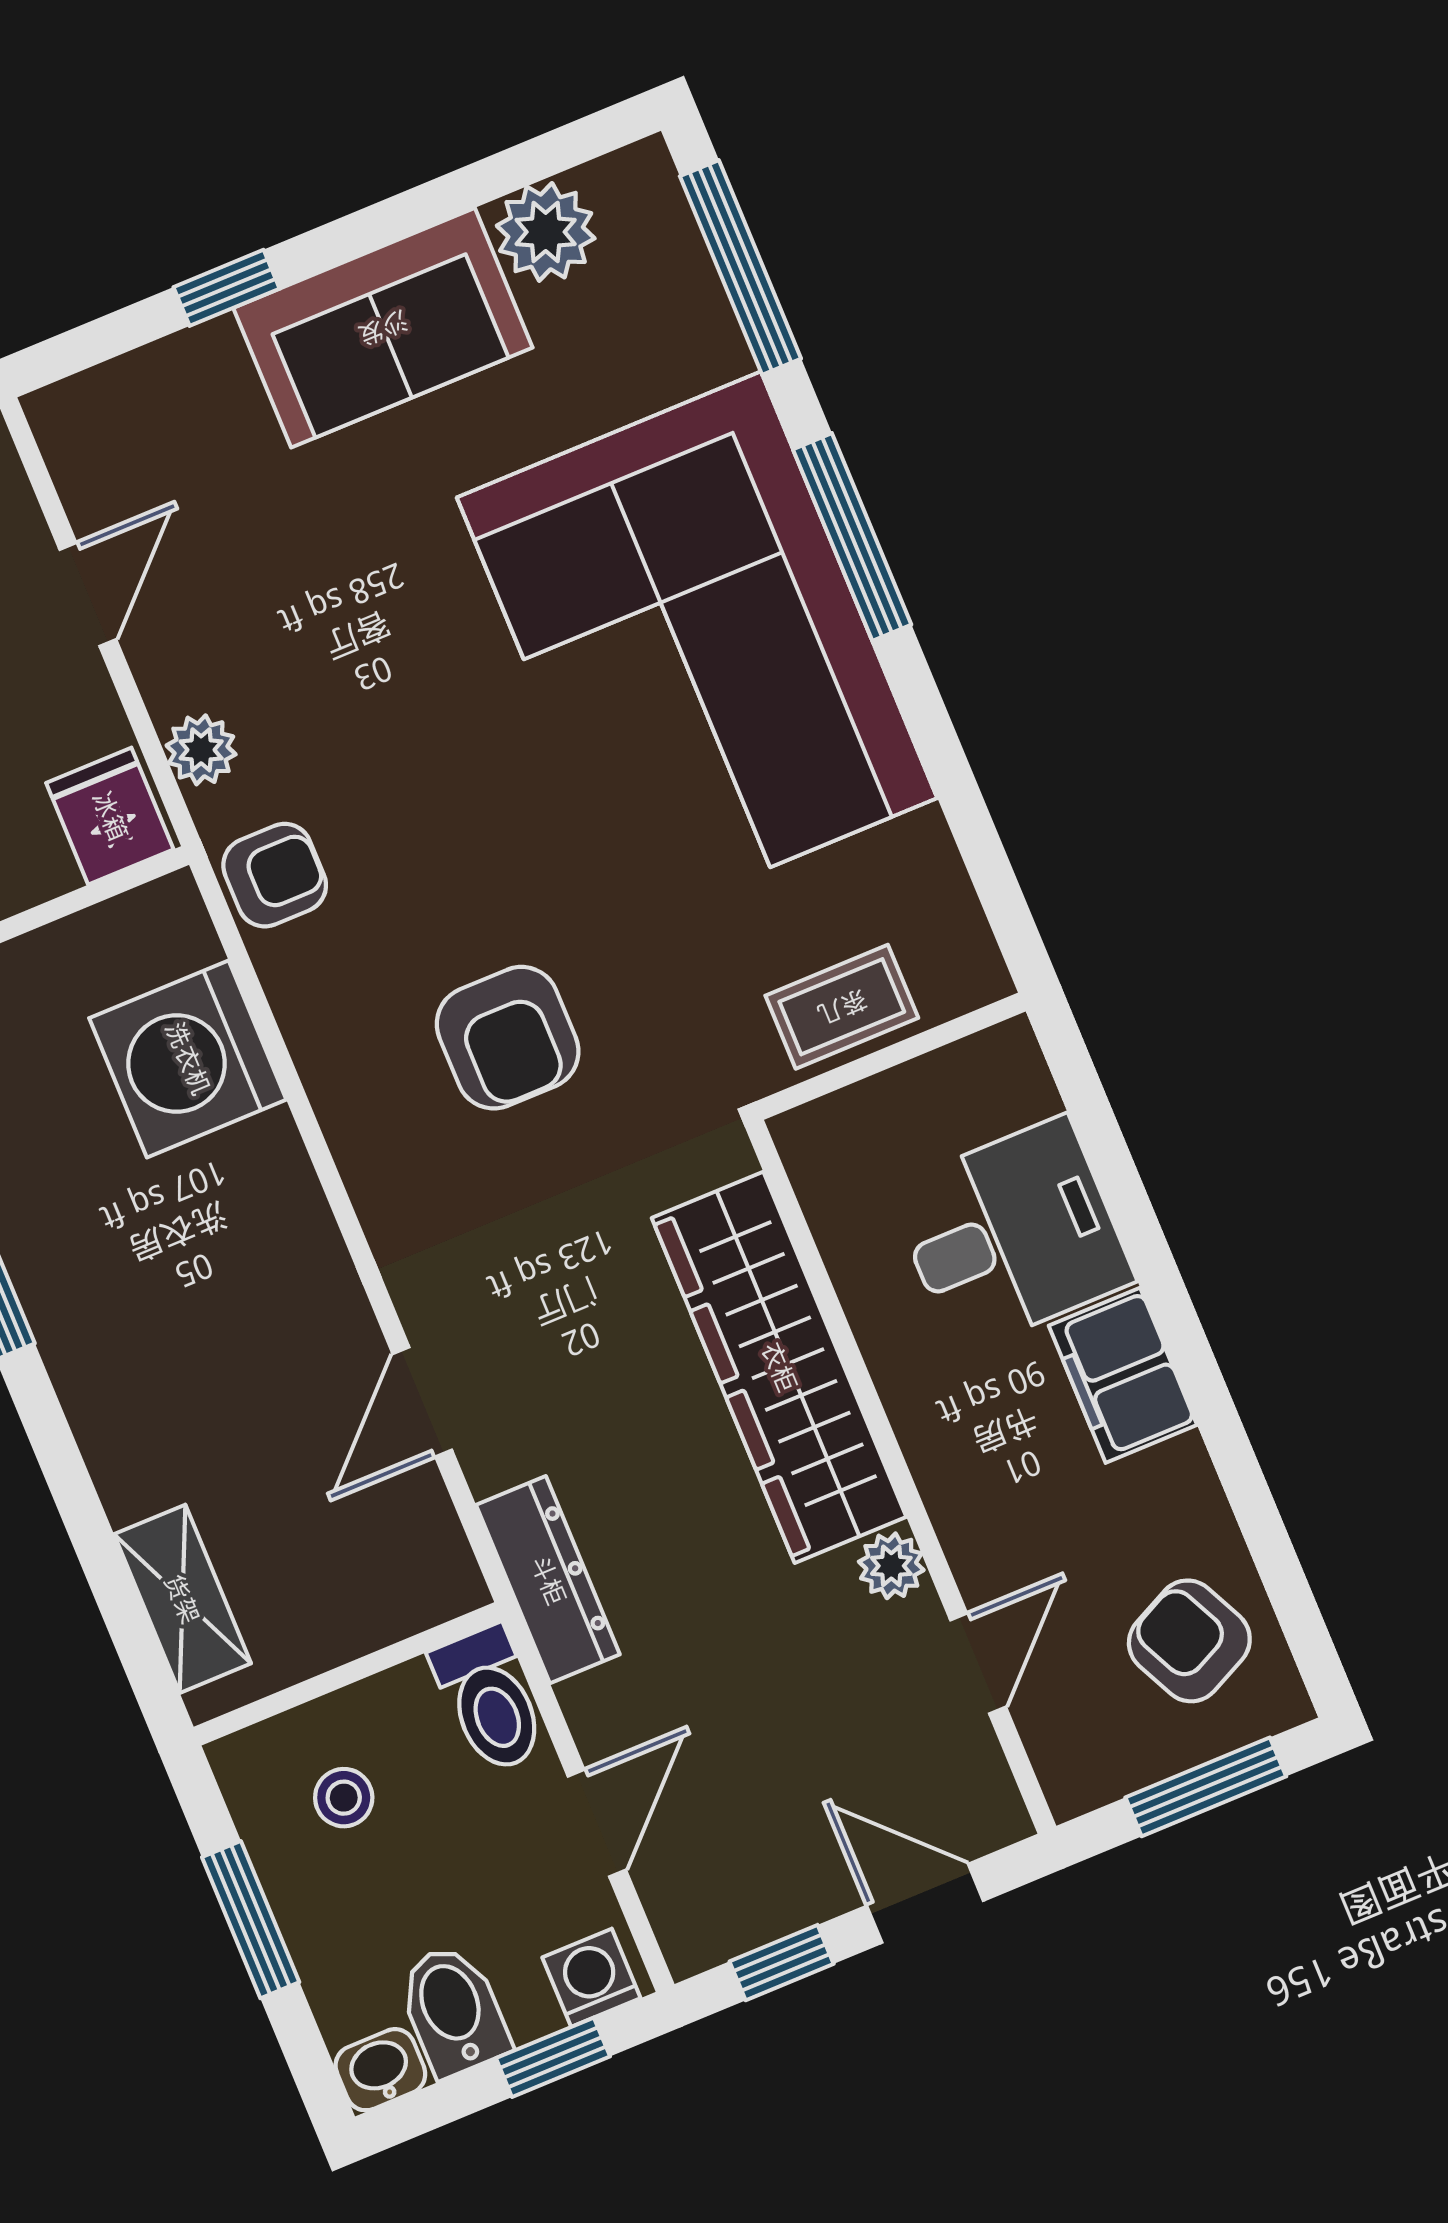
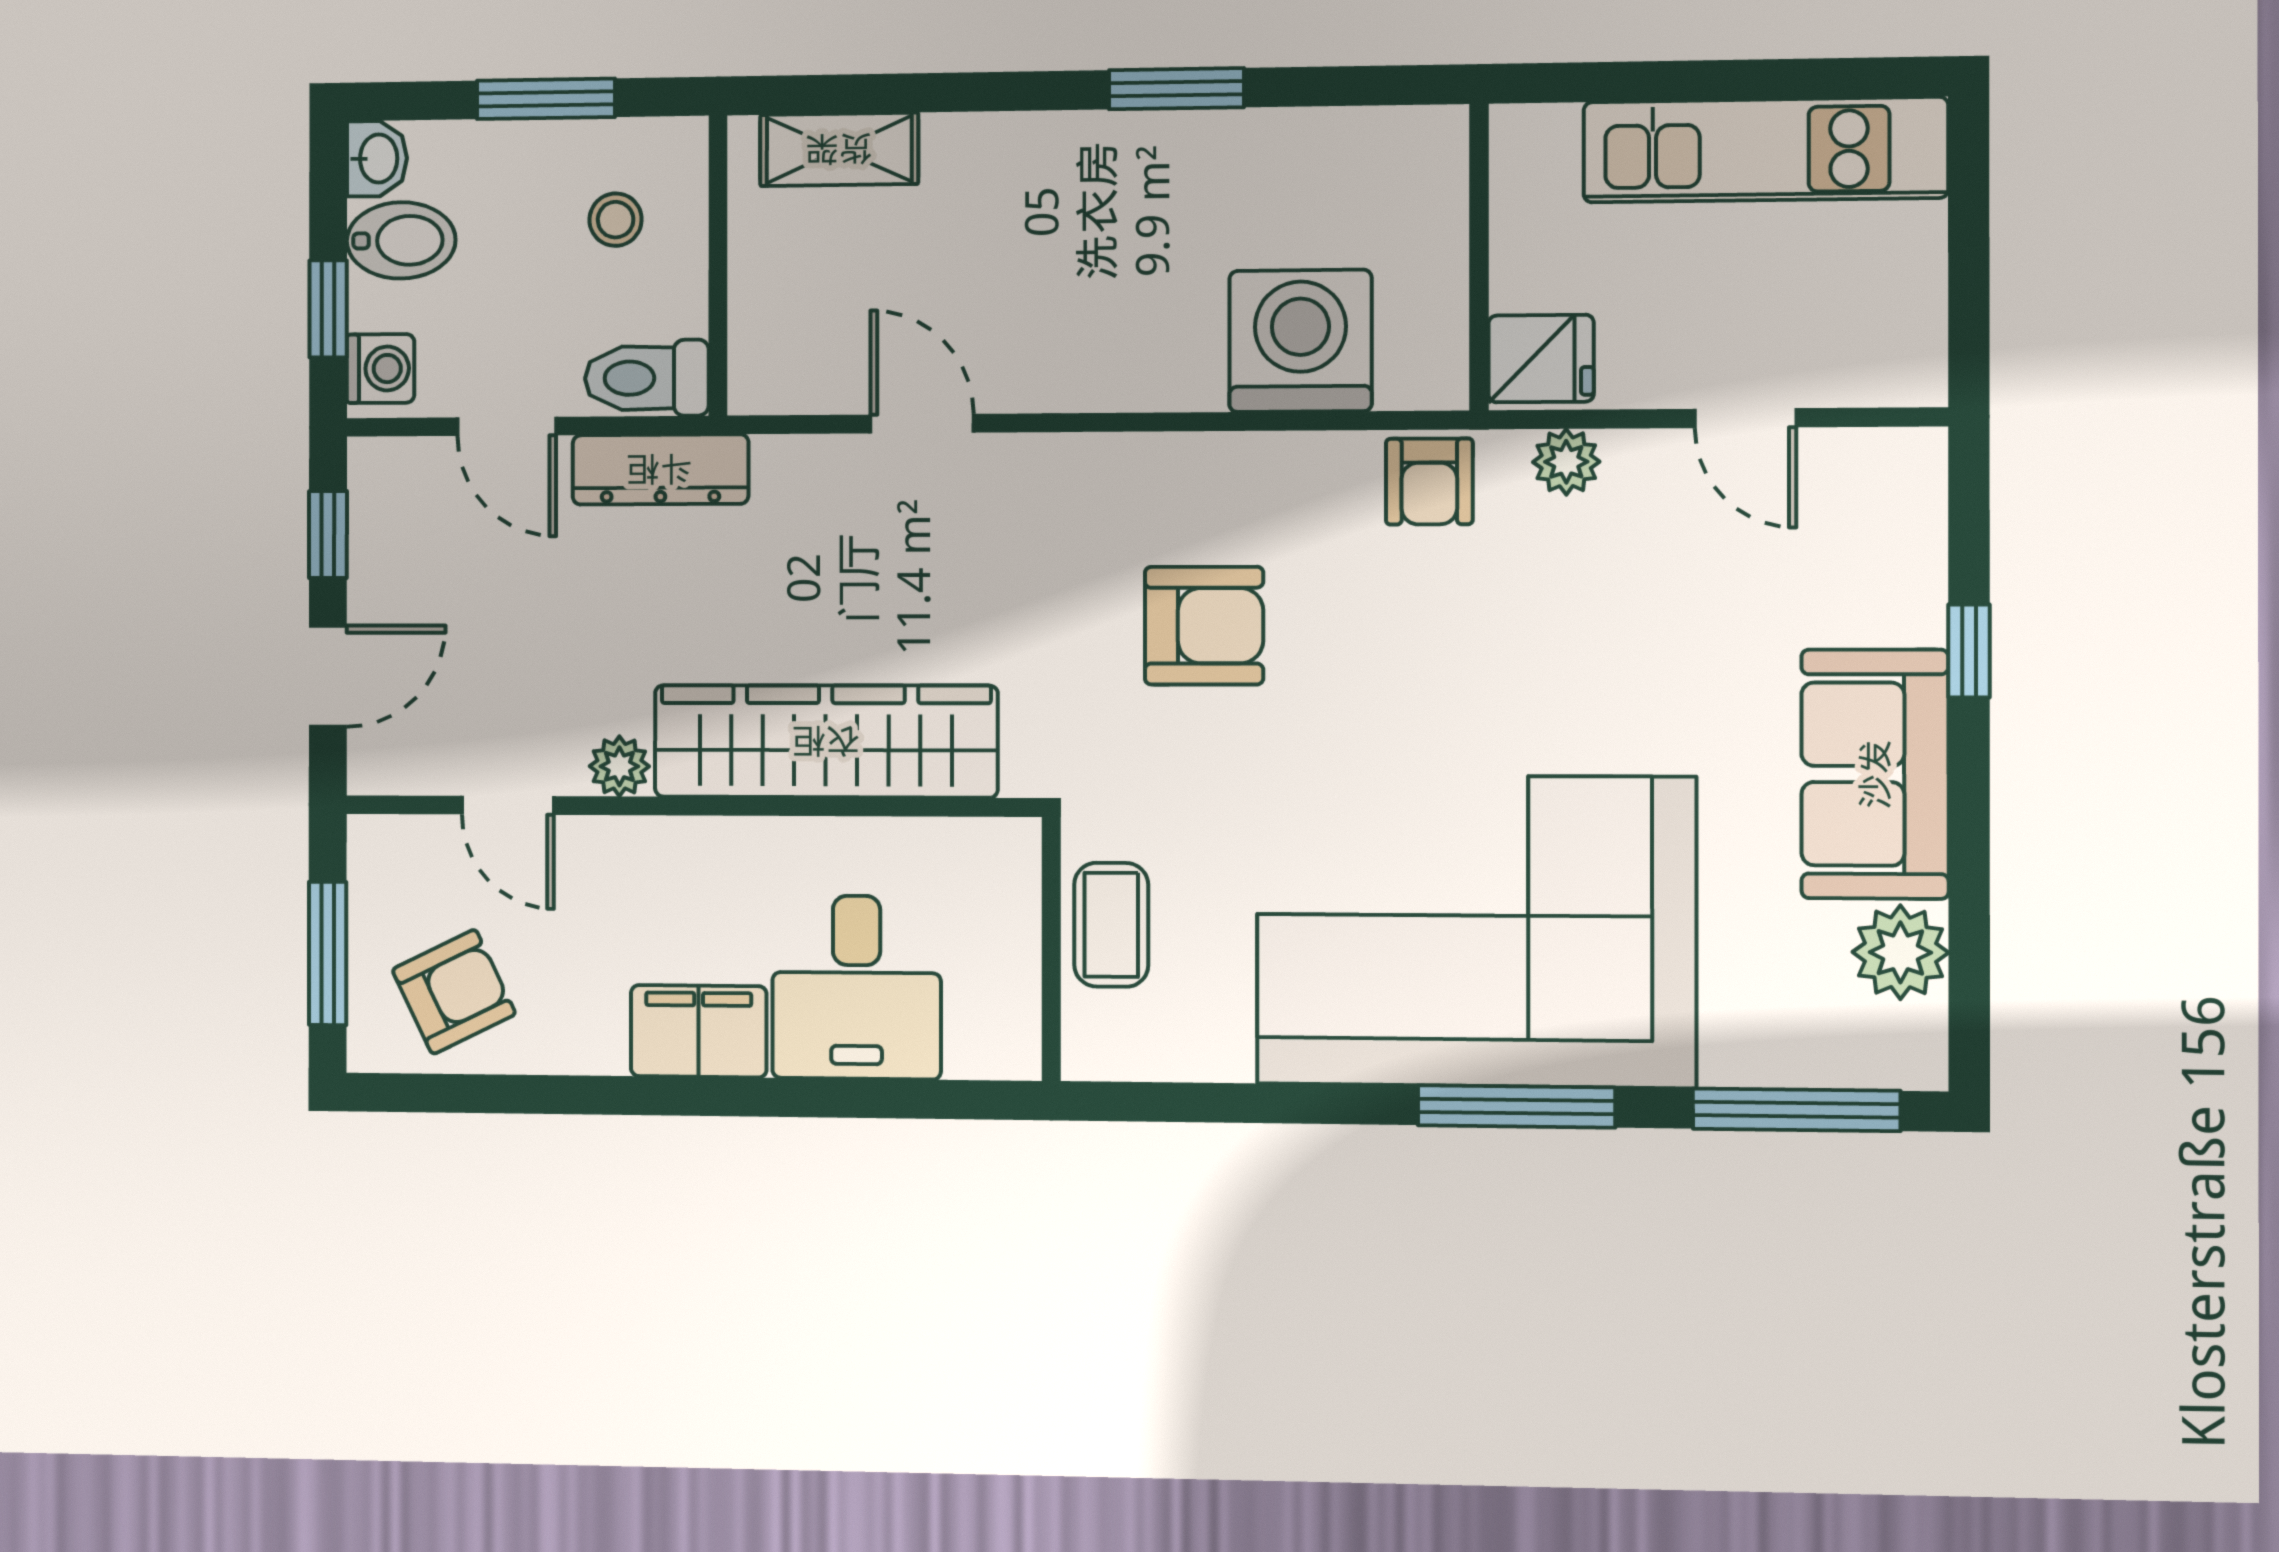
armchair: (508, 1038) -> (1204, 626), turned 180
dresser: (548, 1580) -> (660, 469), moved

